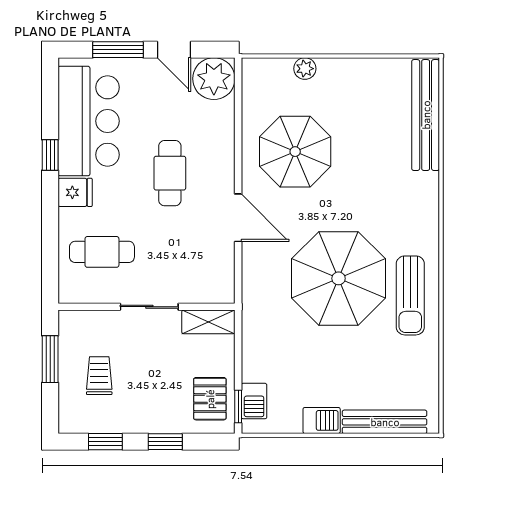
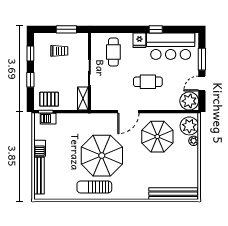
plant: (271, 78) -> (189, 126), added

